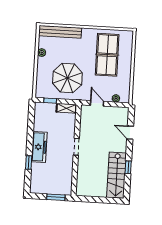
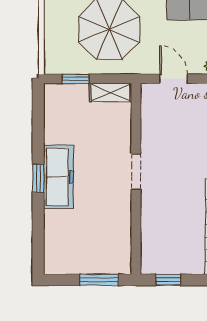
window: (29, 162) -> (38, 178), moved
window: (89, 199) -> (168, 280), added

